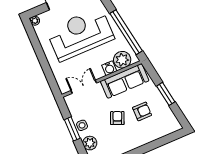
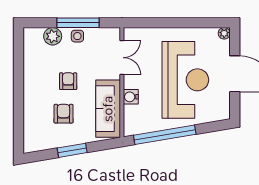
plant: (122, 60) -> (134, 116), removed
armchair: (142, 111) -> (64, 114), turned 180
armchair: (117, 118) -> (68, 81), turned -113
window: (72, 129) -> (78, 23), width x1.44

